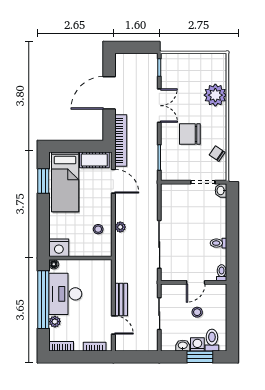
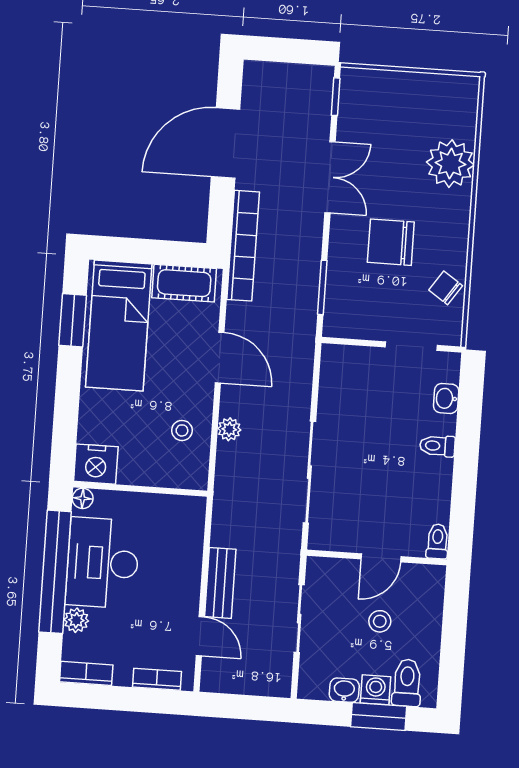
door: (113, 181) -> (220, 358), moved
washbasin: (221, 190) -> (446, 398), moved
toilet: (218, 243) -> (437, 446), moved

